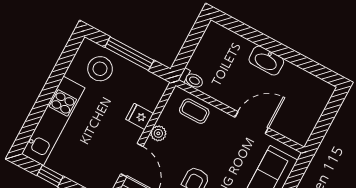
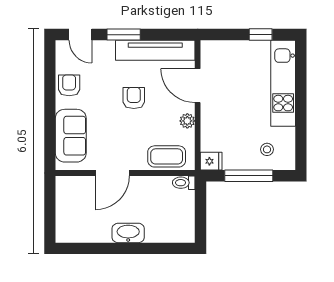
stool: (100, 69) -> (267, 149), width x0.53, depth x0.53
coffee table: (194, 111) -> (167, 156), width x1.36, depth x1.30
fridge: (140, 116) -> (211, 161), moved

